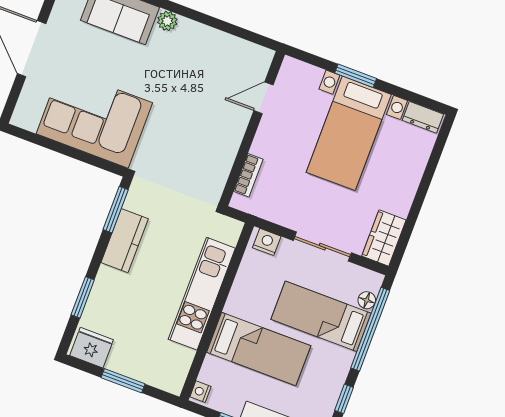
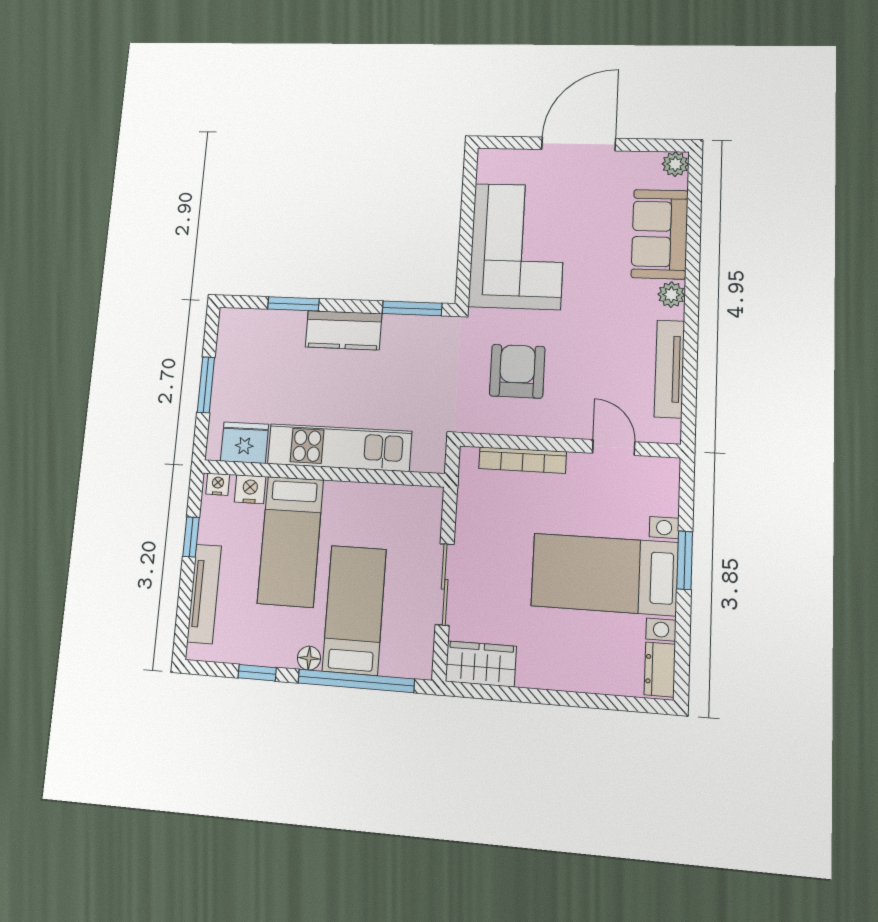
tv unit: (220, 41) -> (669, 369), added
armchair: (187, 148) -> (517, 371), added
bookcase: (248, 175) -> (522, 460), width x1.56
kitchen counter: (125, 241) -> (344, 330), moved
nightstand: (267, 242) -> (250, 489), moved, turned -90
floor lamp: (367, 300) -> (309, 658), moved
fridge: (92, 348) -> (245, 443), moved, turned -90

